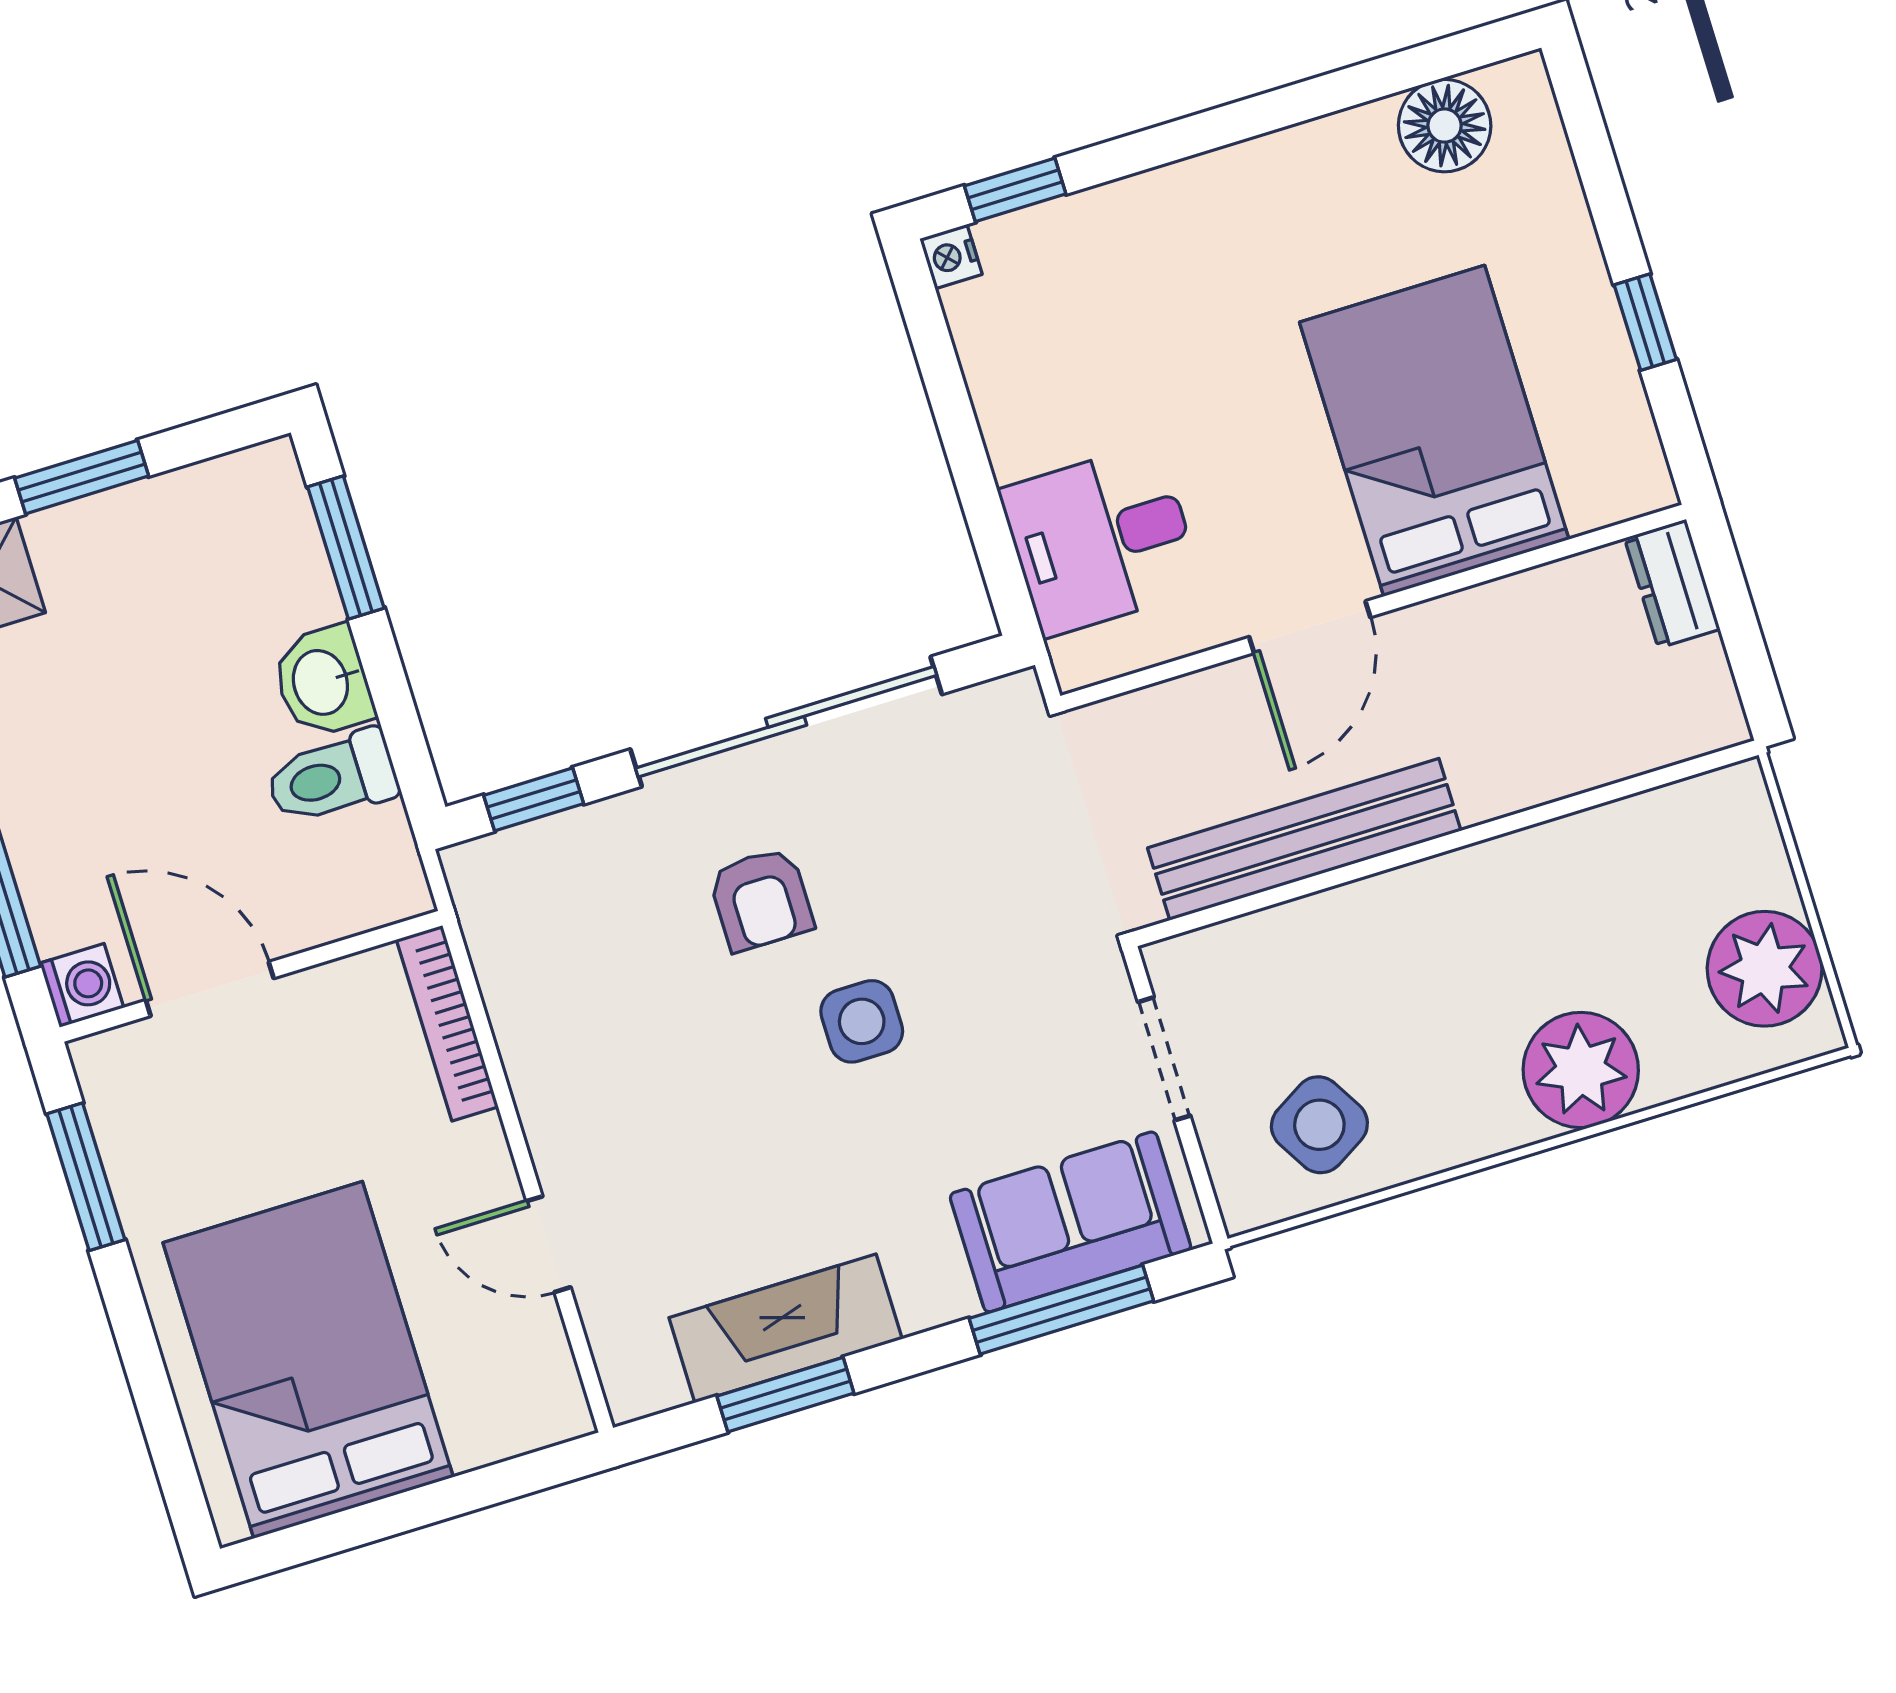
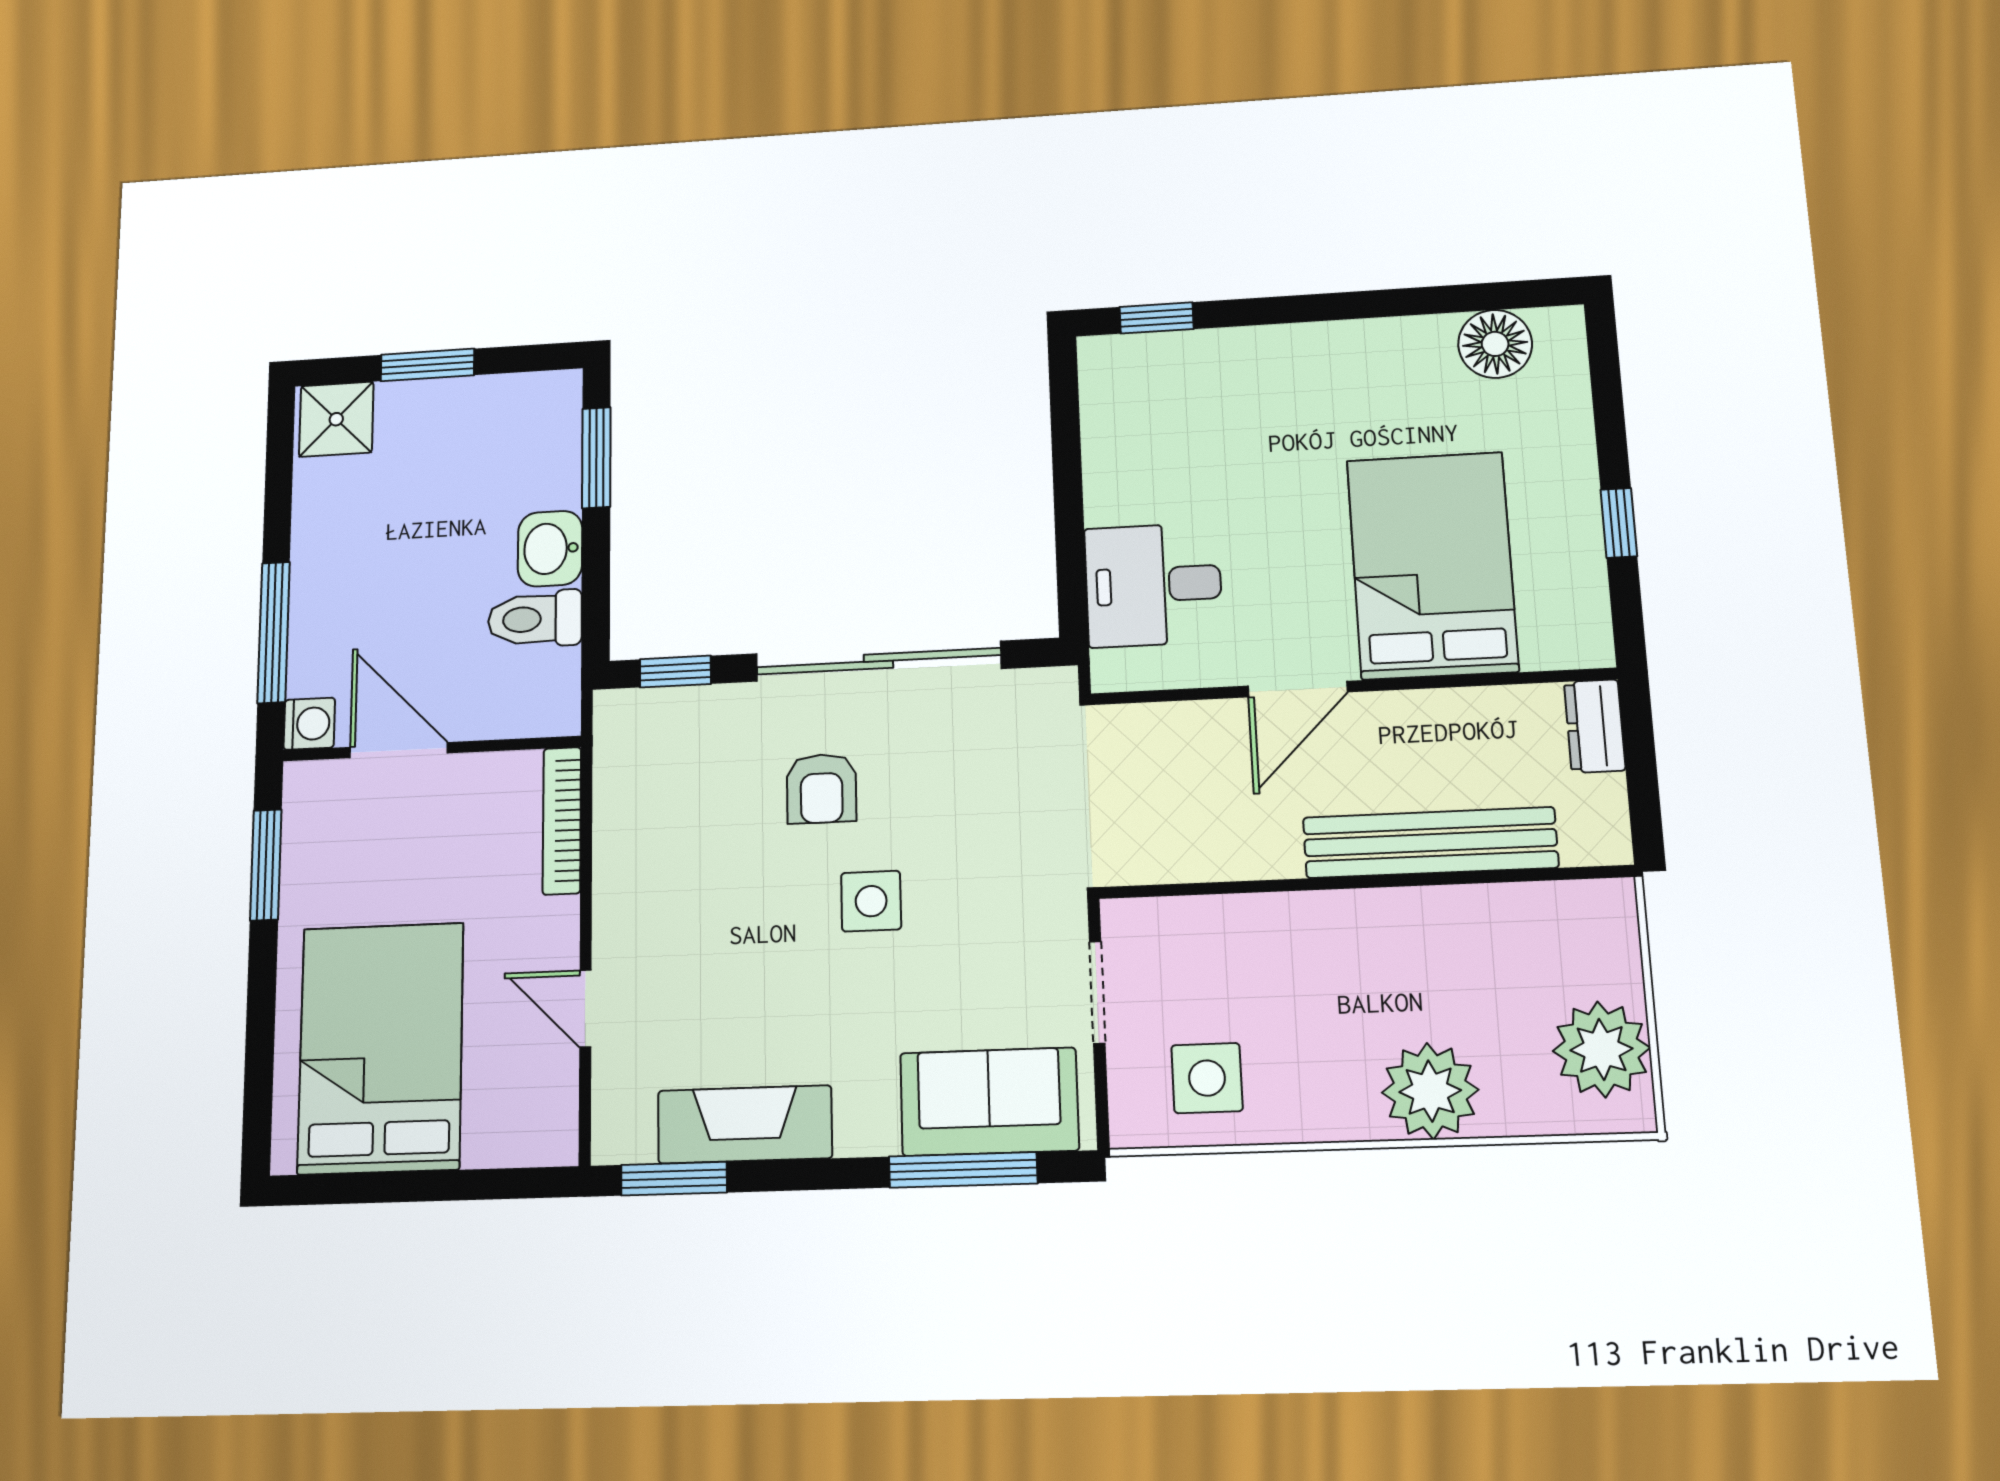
nightstand: (951, 257) -> (1096, 354), removed
bench: (1304, 839) -> (1430, 843), moved
side table: (1319, 1125) -> (1207, 1078), turned 31
window: (785, 1395) -> (674, 1179), moved

